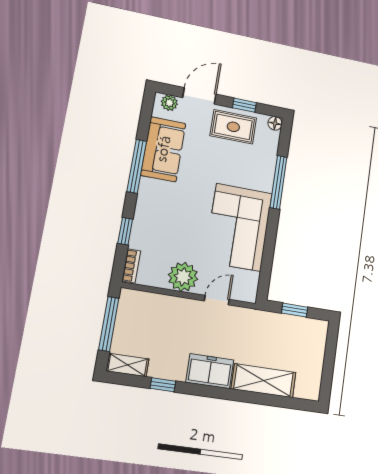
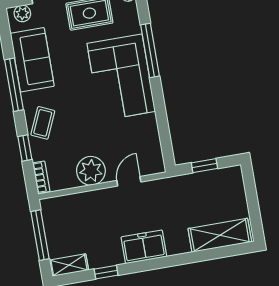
coffee table: (152, 213) -> (43, 123), added
corner sofa: (238, 227) -> (121, 77), moved
shelving: (264, 381) -> (220, 235), moved

